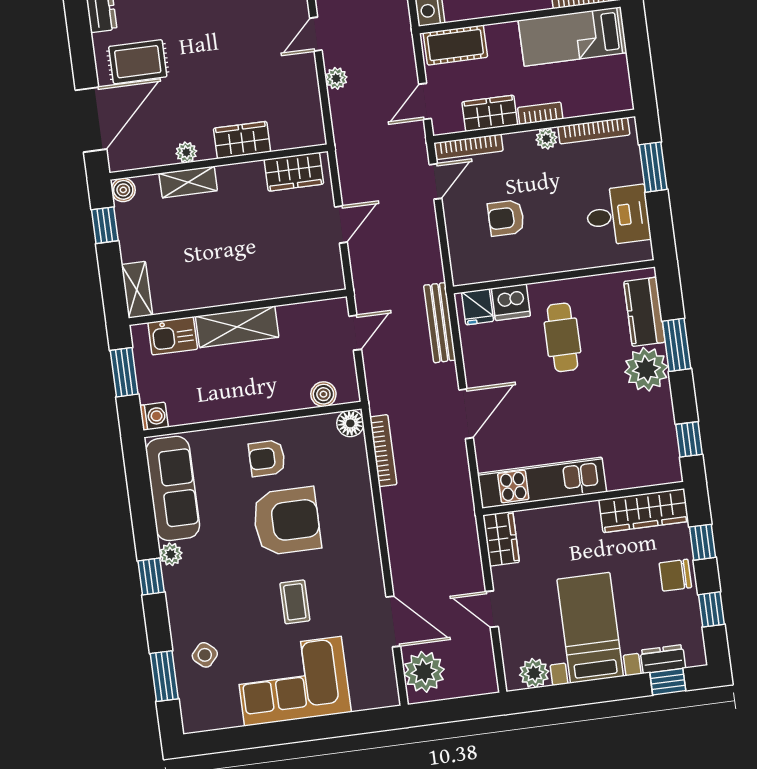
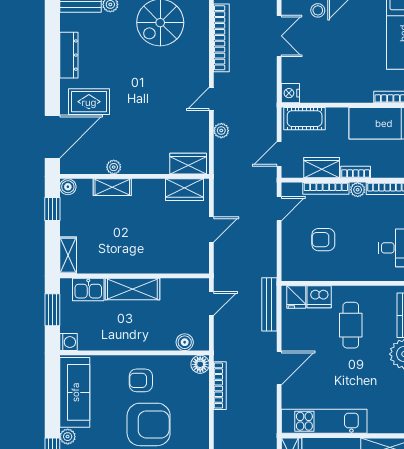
wardrobe: (242, 140) -> (188, 164), moved
bookcase: (468, 147) -> (326, 188), moved

